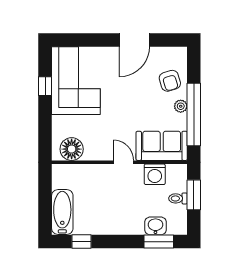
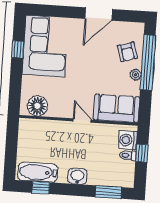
window: (194, 114) -> (148, 63), moved
washing machine: (155, 174) -> (128, 140), moved, turned 90
window: (194, 195) -> (142, 153), width x0.67
bathtub: (62, 212) -> (38, 172), moved, turned -90
washbasin: (155, 226) -> (77, 176), moved

